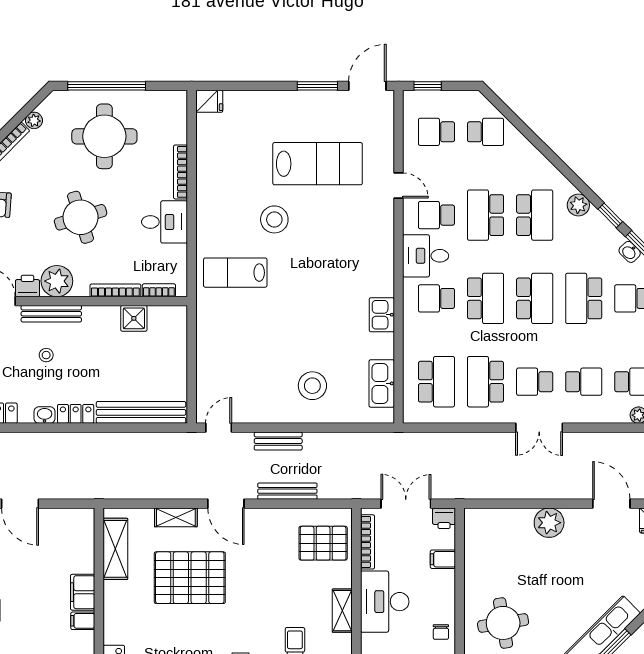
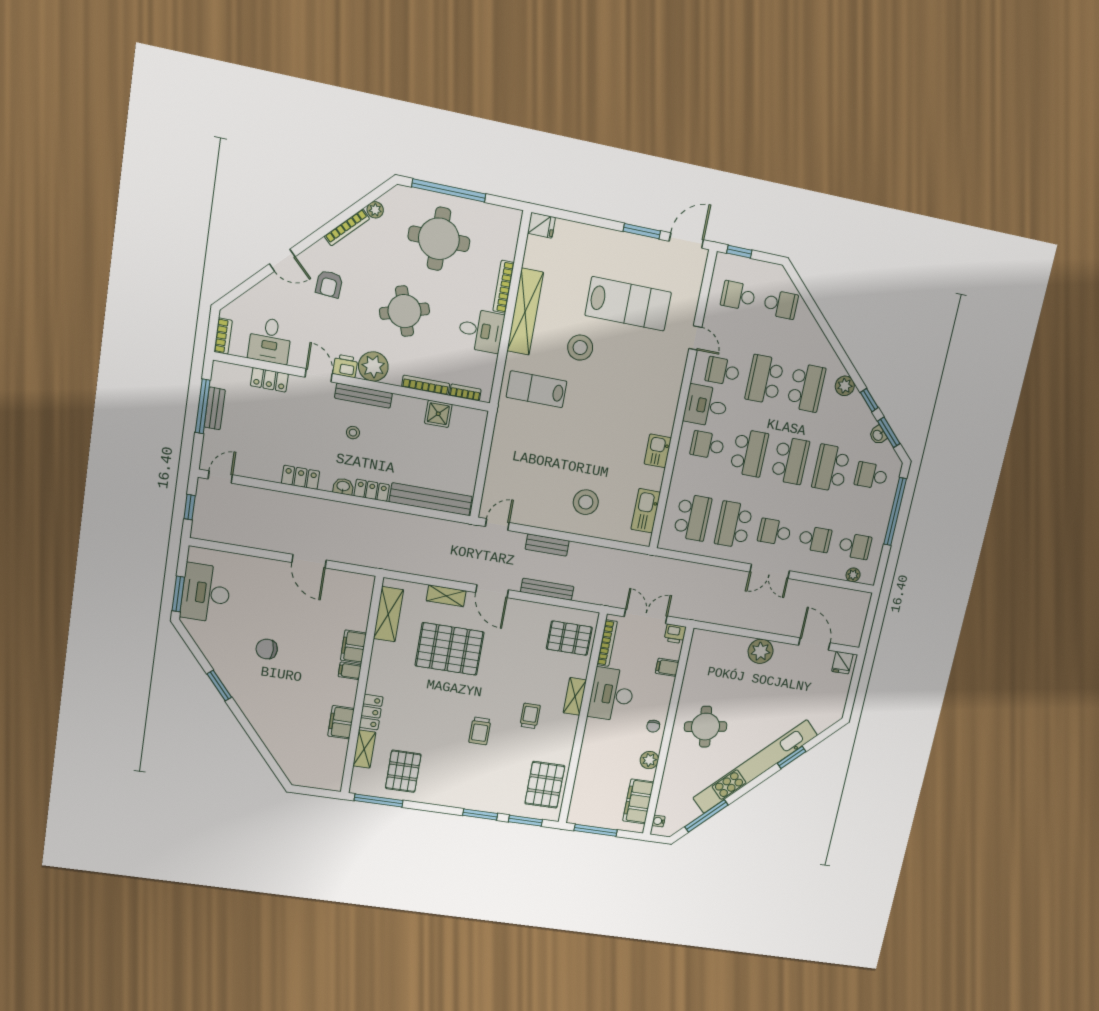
shelving: (208, 193) -> (525, 312), added

